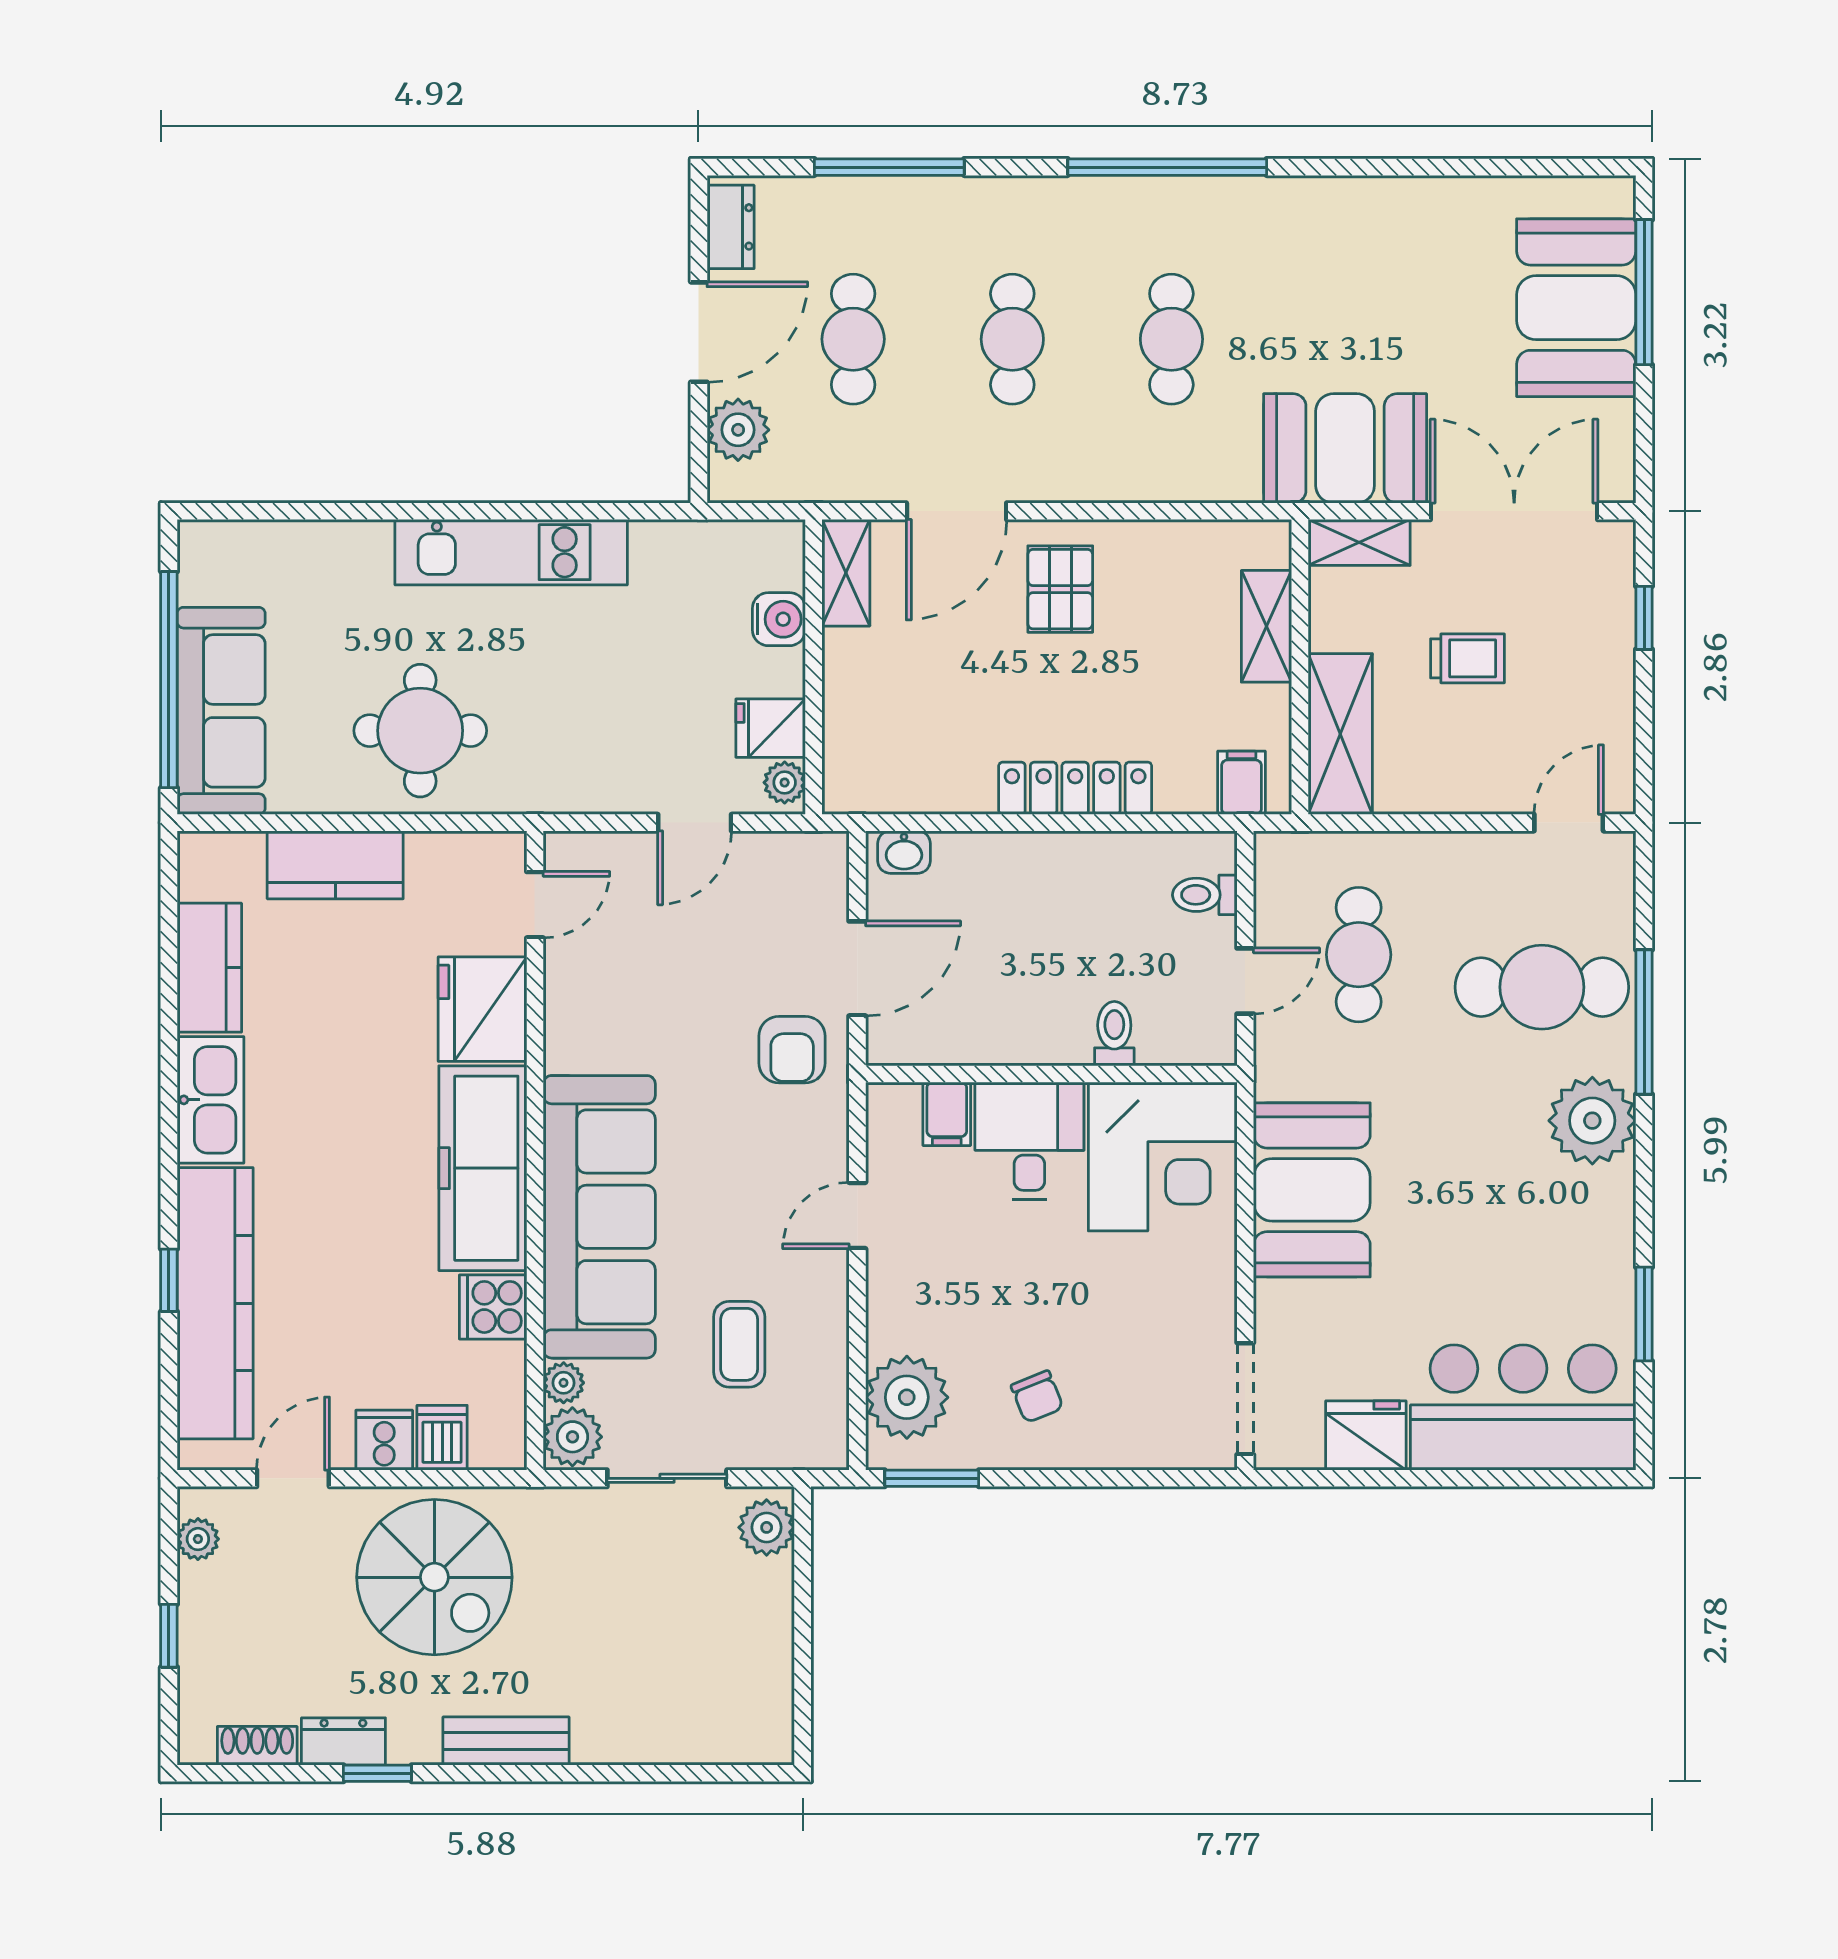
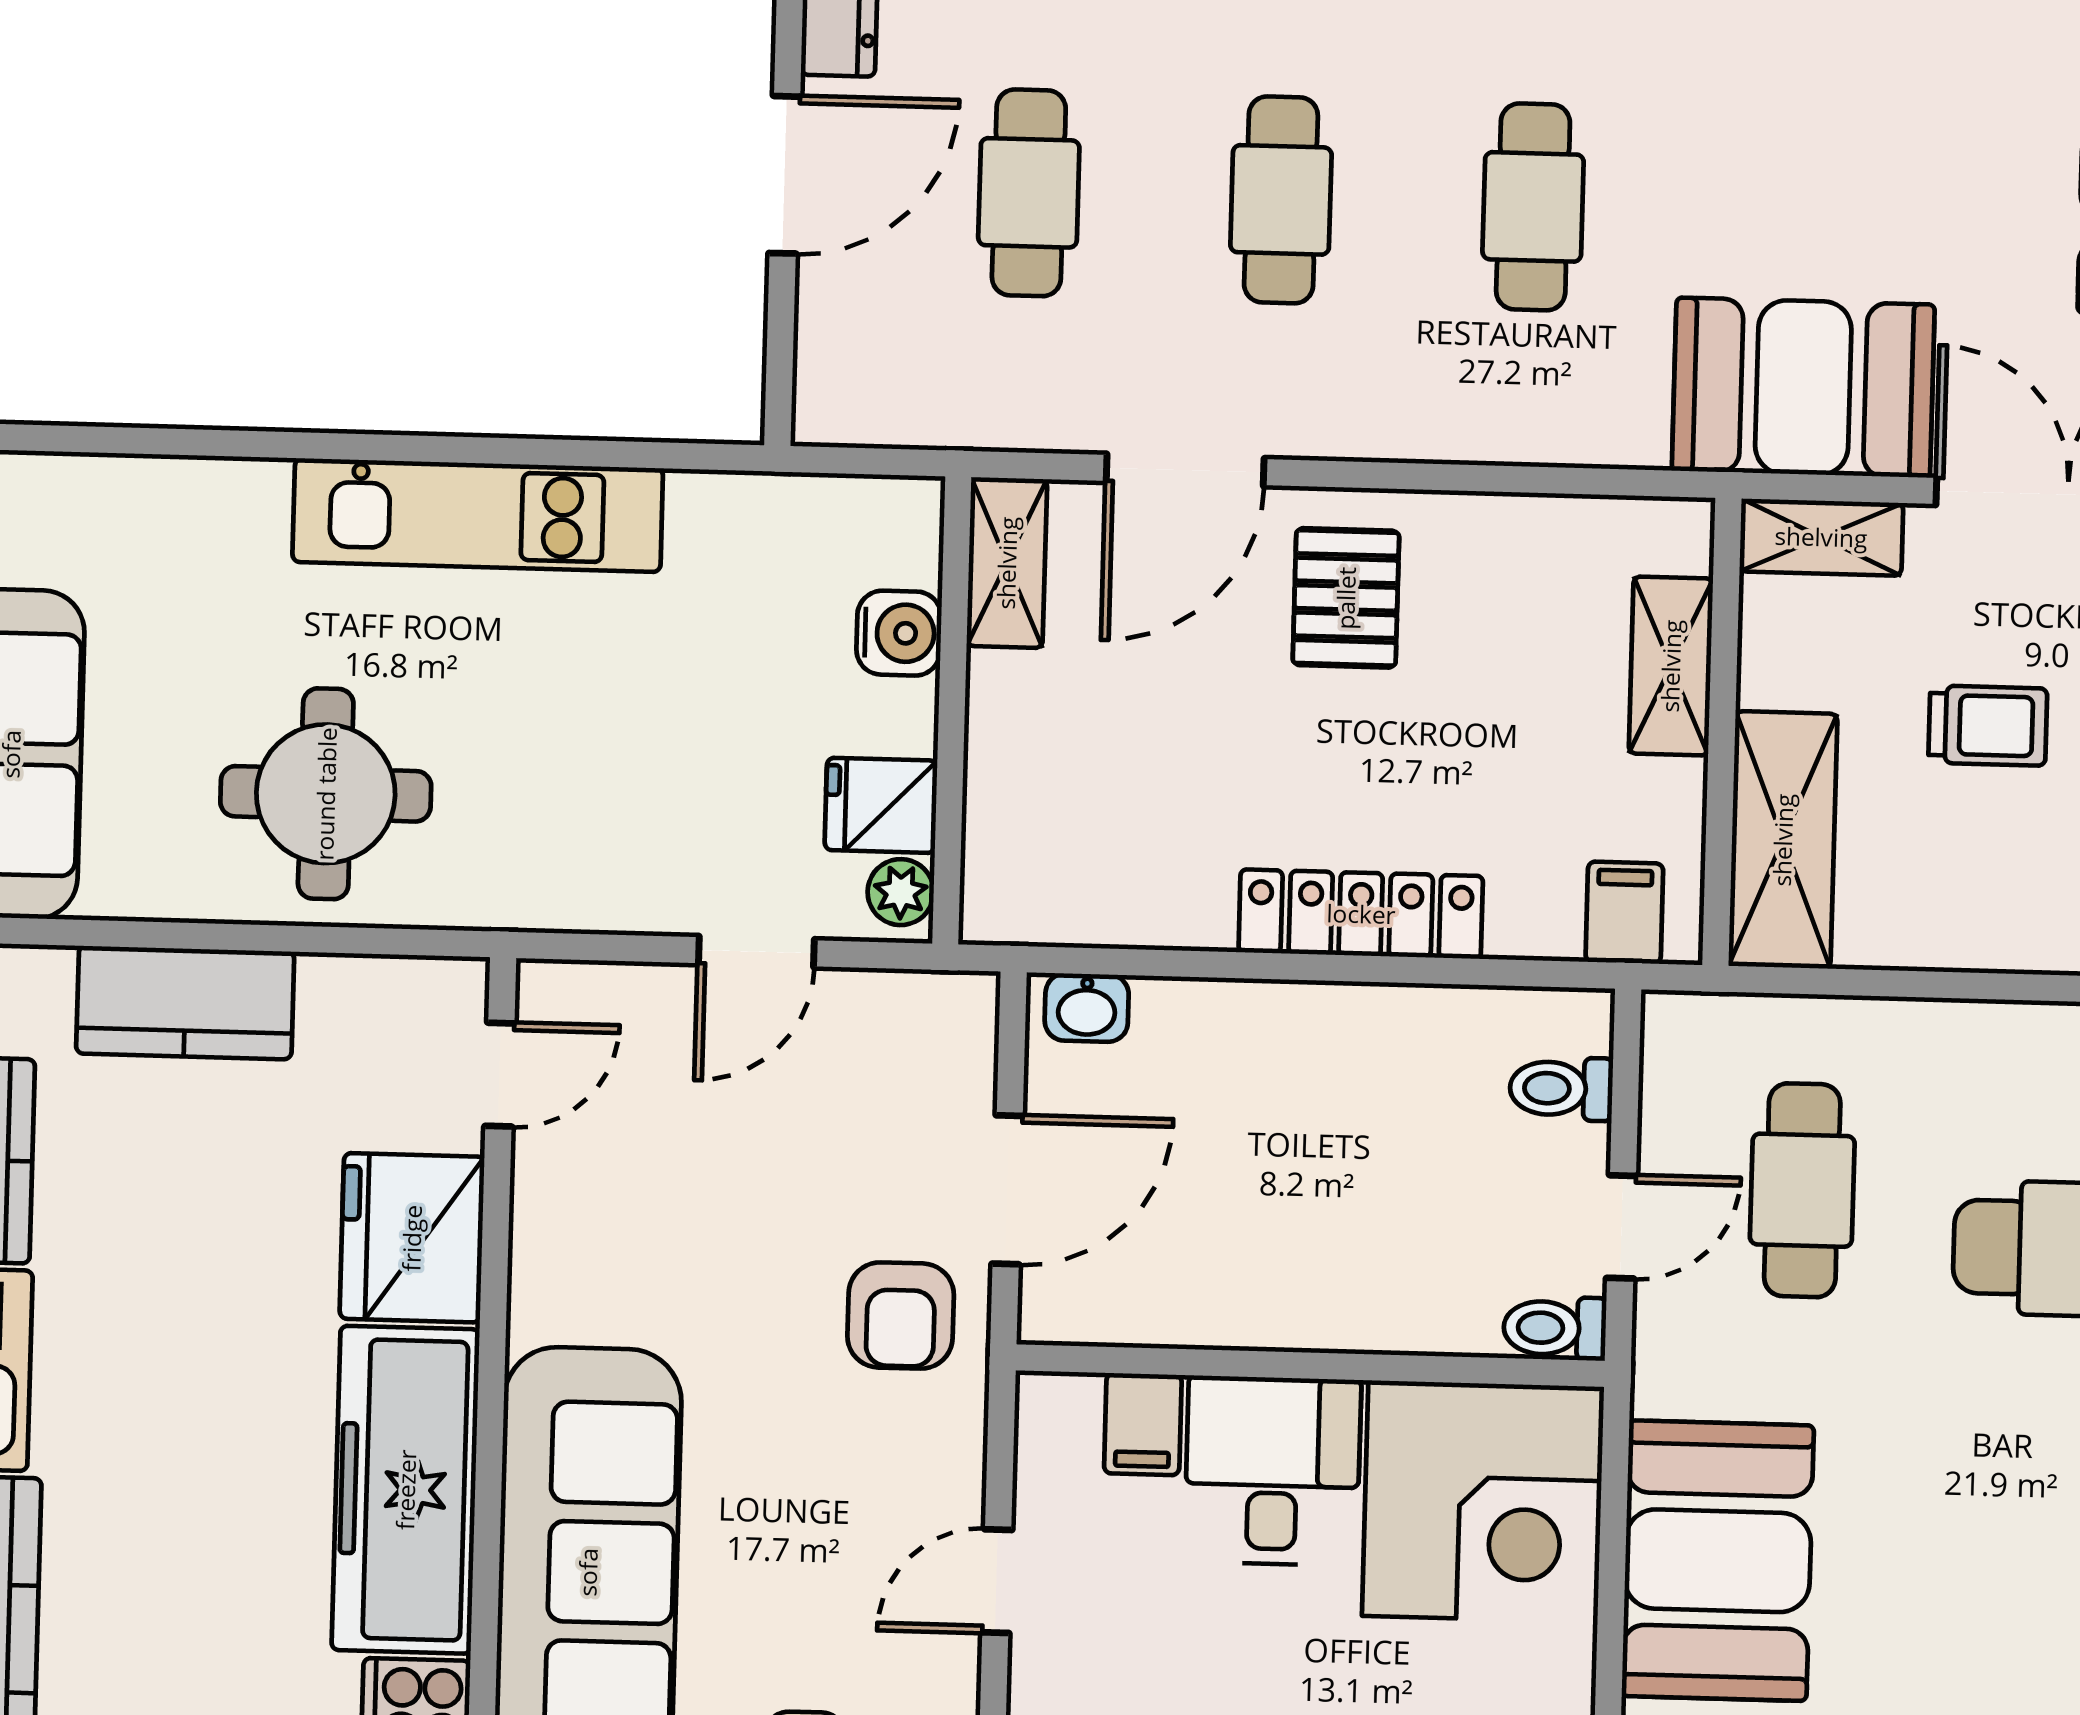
plant: (738, 430) -> (843, 331), removed
toilet: (1114, 1034) -> (1555, 1328), moved, turned -90

